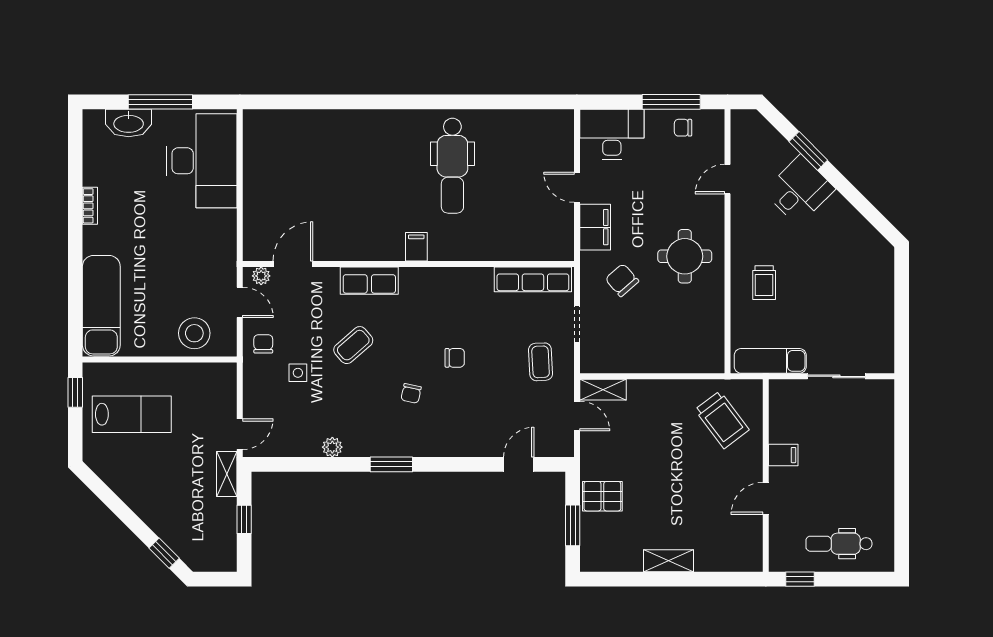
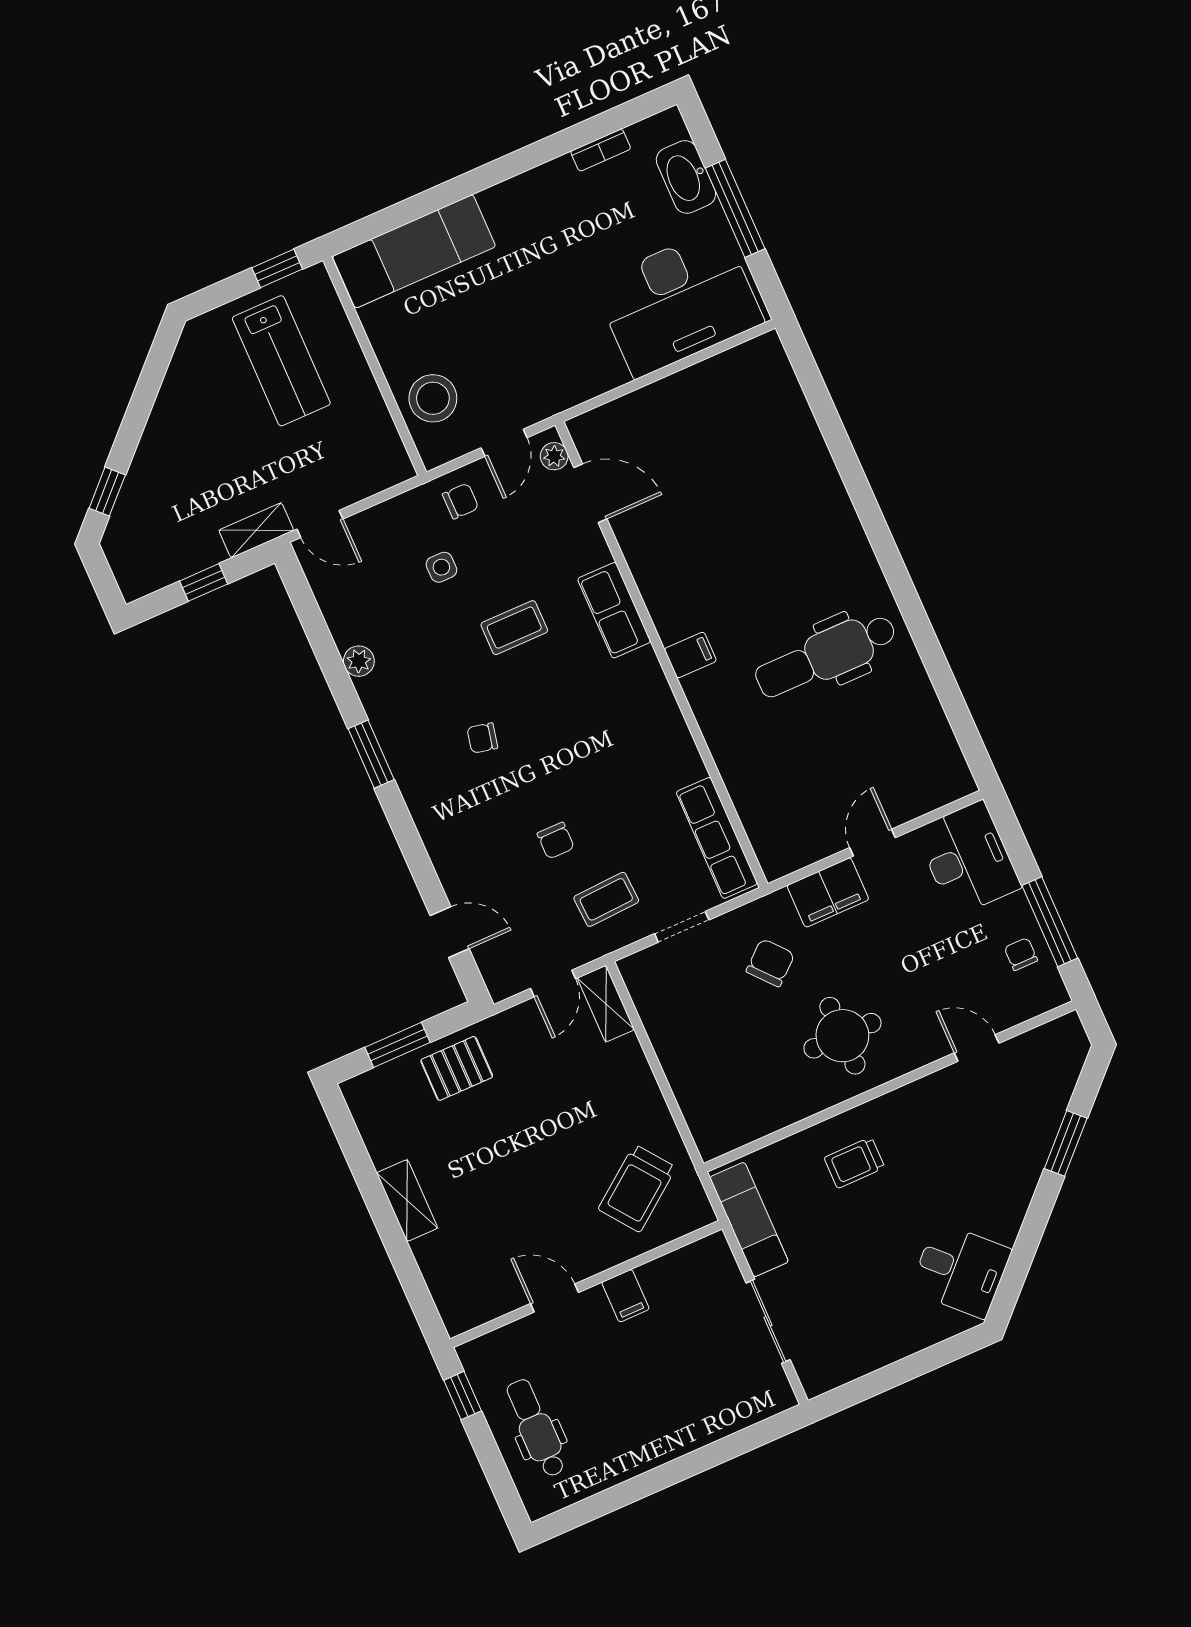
desk: (799, 190) -> (961, 1270), moved
bookcase: (90, 206) -> (601, 150), moved
coffee table: (353, 345) -> (514, 628), turned -49
chair: (455, 358) -> (556, 841), moved
pallet: (602, 496) -> (457, 1068), turned 90

